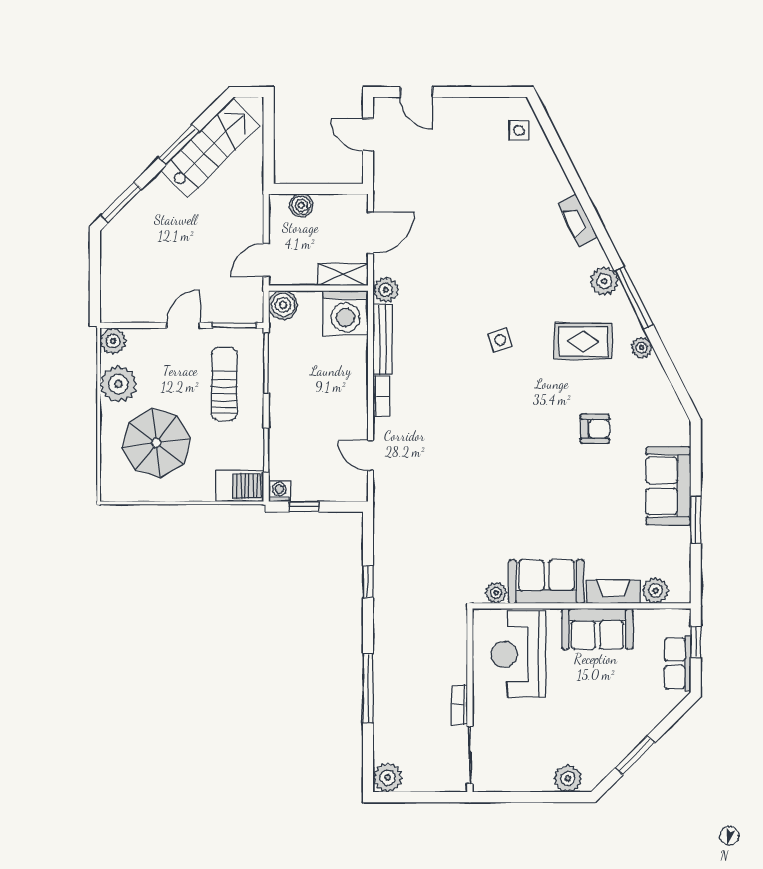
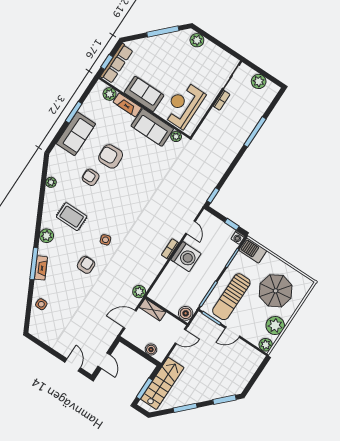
side table: (519, 130) -> (41, 304), moved
window: (269, 132) -> (144, 389), added
stairs: (210, 148) -> (162, 383), moved, turned 135
armchair: (505, 276) -> (86, 265), added
window: (634, 298) -> (34, 264), moved
washing machine: (346, 313) -> (186, 257), moved, turned 90
bench: (383, 339) -> (154, 272), removed
plant: (642, 348) -> (51, 182), moved
sun lounger: (224, 384) -> (231, 297), width x1.36, depth x1.34
armchair: (584, 486) -> (111, 156), added
window: (368, 582) -> (213, 195), moved
reception desk: (518, 654) -> (184, 105), turned 180
row of seats: (678, 663) -> (117, 63), width x1.48
window: (635, 755) -> (163, 32), width x1.44
plant: (388, 778) -> (259, 81), moved

